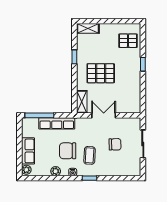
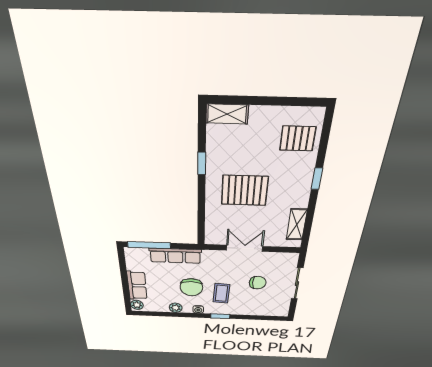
shelving: (82, 102) -> (297, 224), moved
chair: (68, 151) -> (191, 287), turned -90

